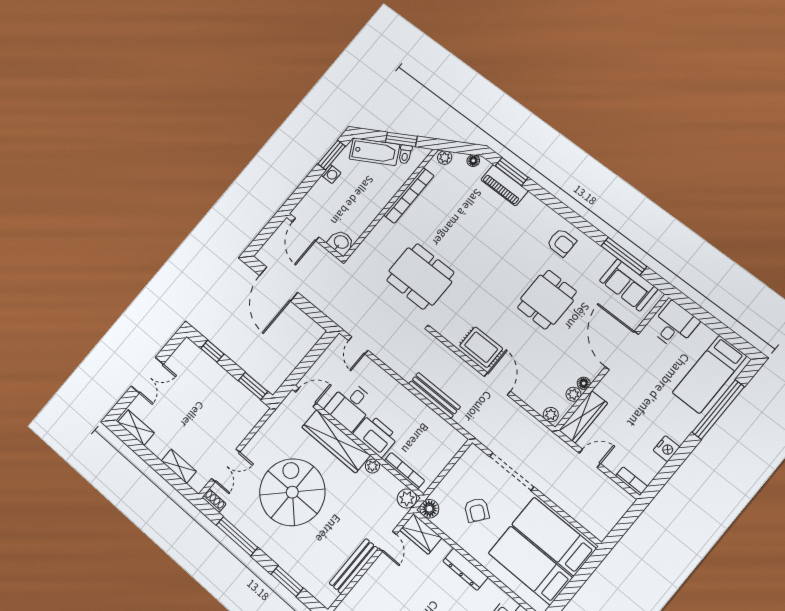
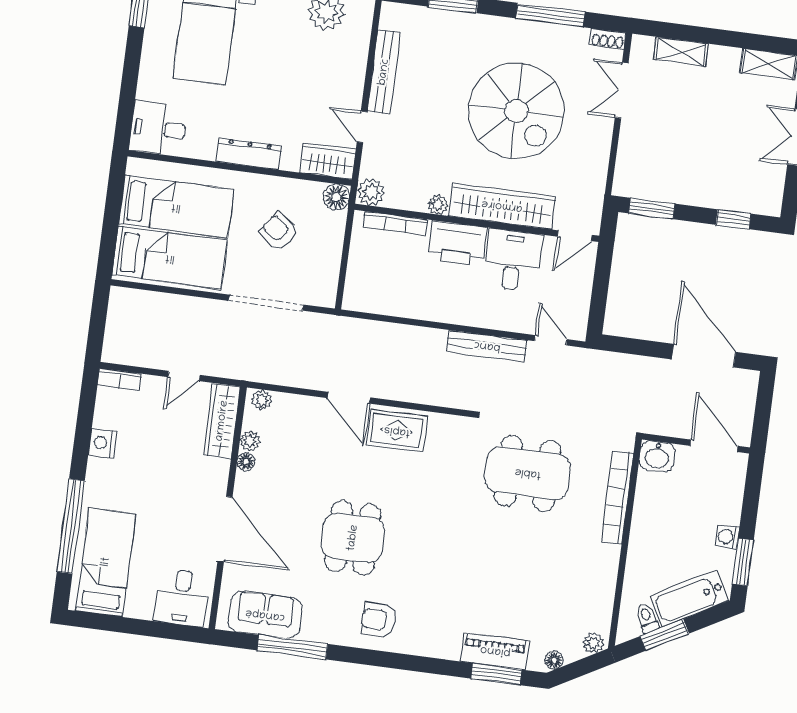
bookcase: (409, 195) -> (617, 498), moved
bench: (434, 395) -> (487, 346), moved

